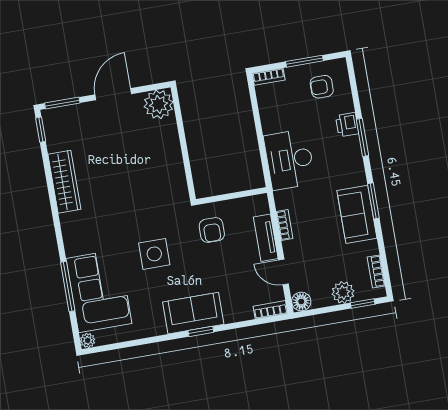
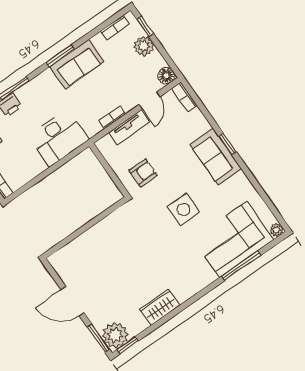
plant: (158, 104) -> (115, 335), moved
wardrobe: (64, 182) -> (160, 307), width x0.67

